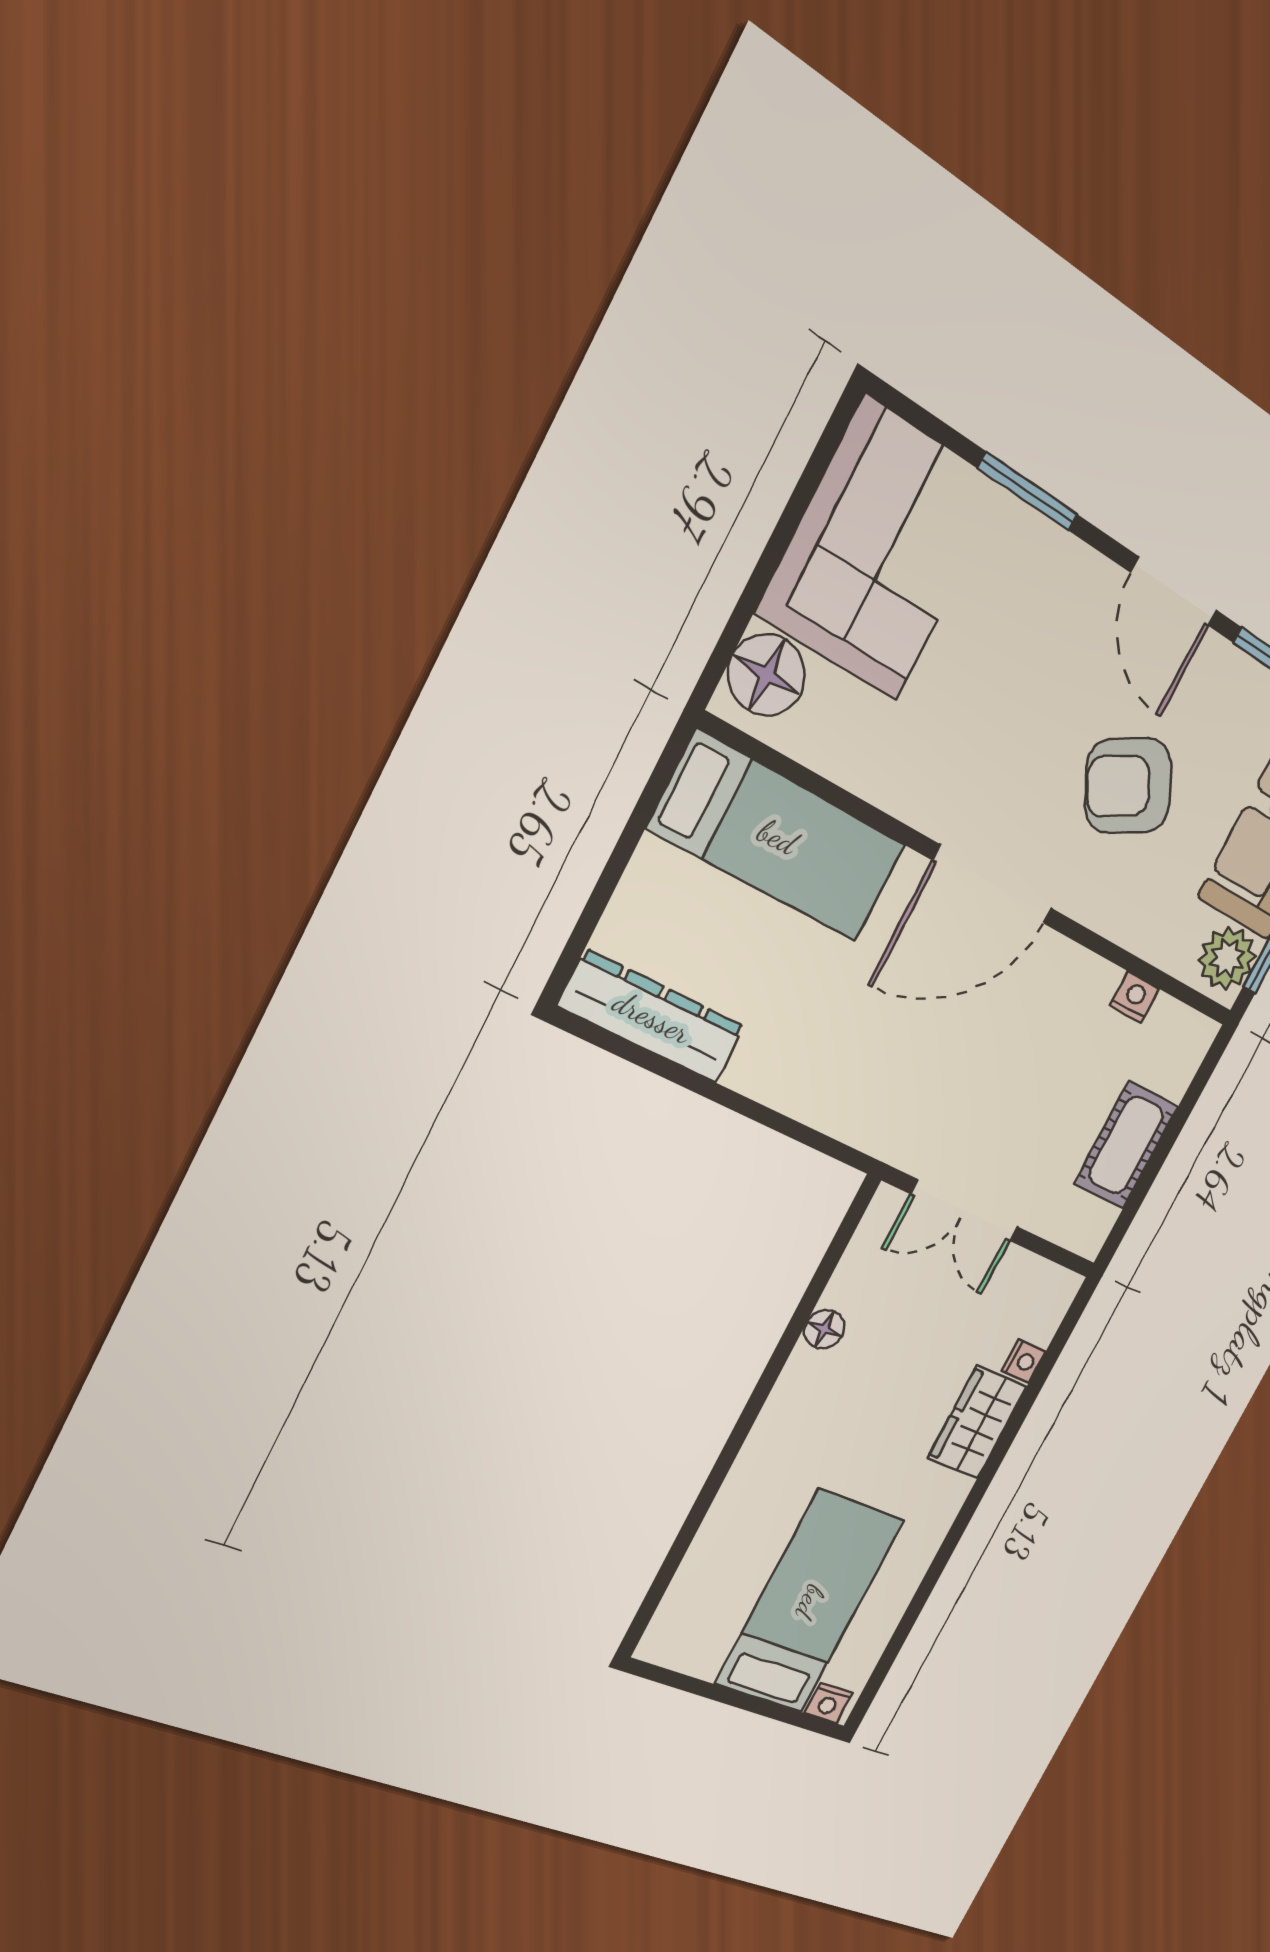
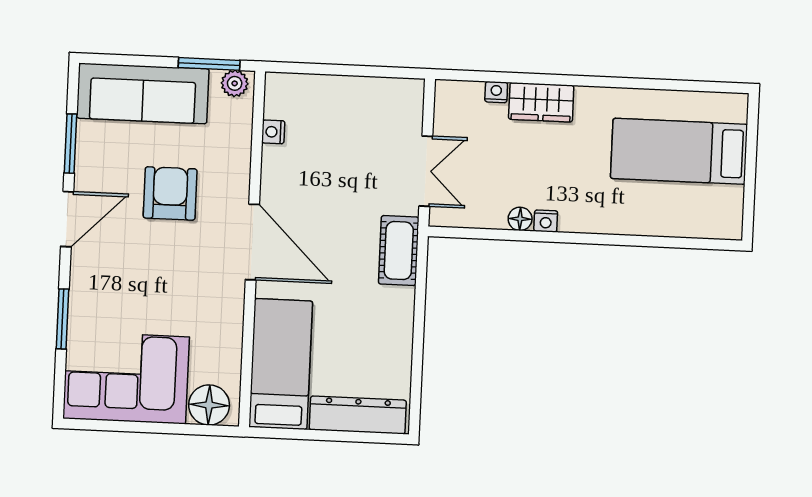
armchair: (1128, 786) -> (170, 193), turned -151
plant: (1227, 958) -> (235, 83), width x0.73, depth x0.73
dresser: (652, 1017) -> (358, 415), moved, turned 90
cot: (1126, 1145) -> (399, 251), moved, turned 90
nightstand: (829, 1703) -> (546, 221), moved, turned 90

